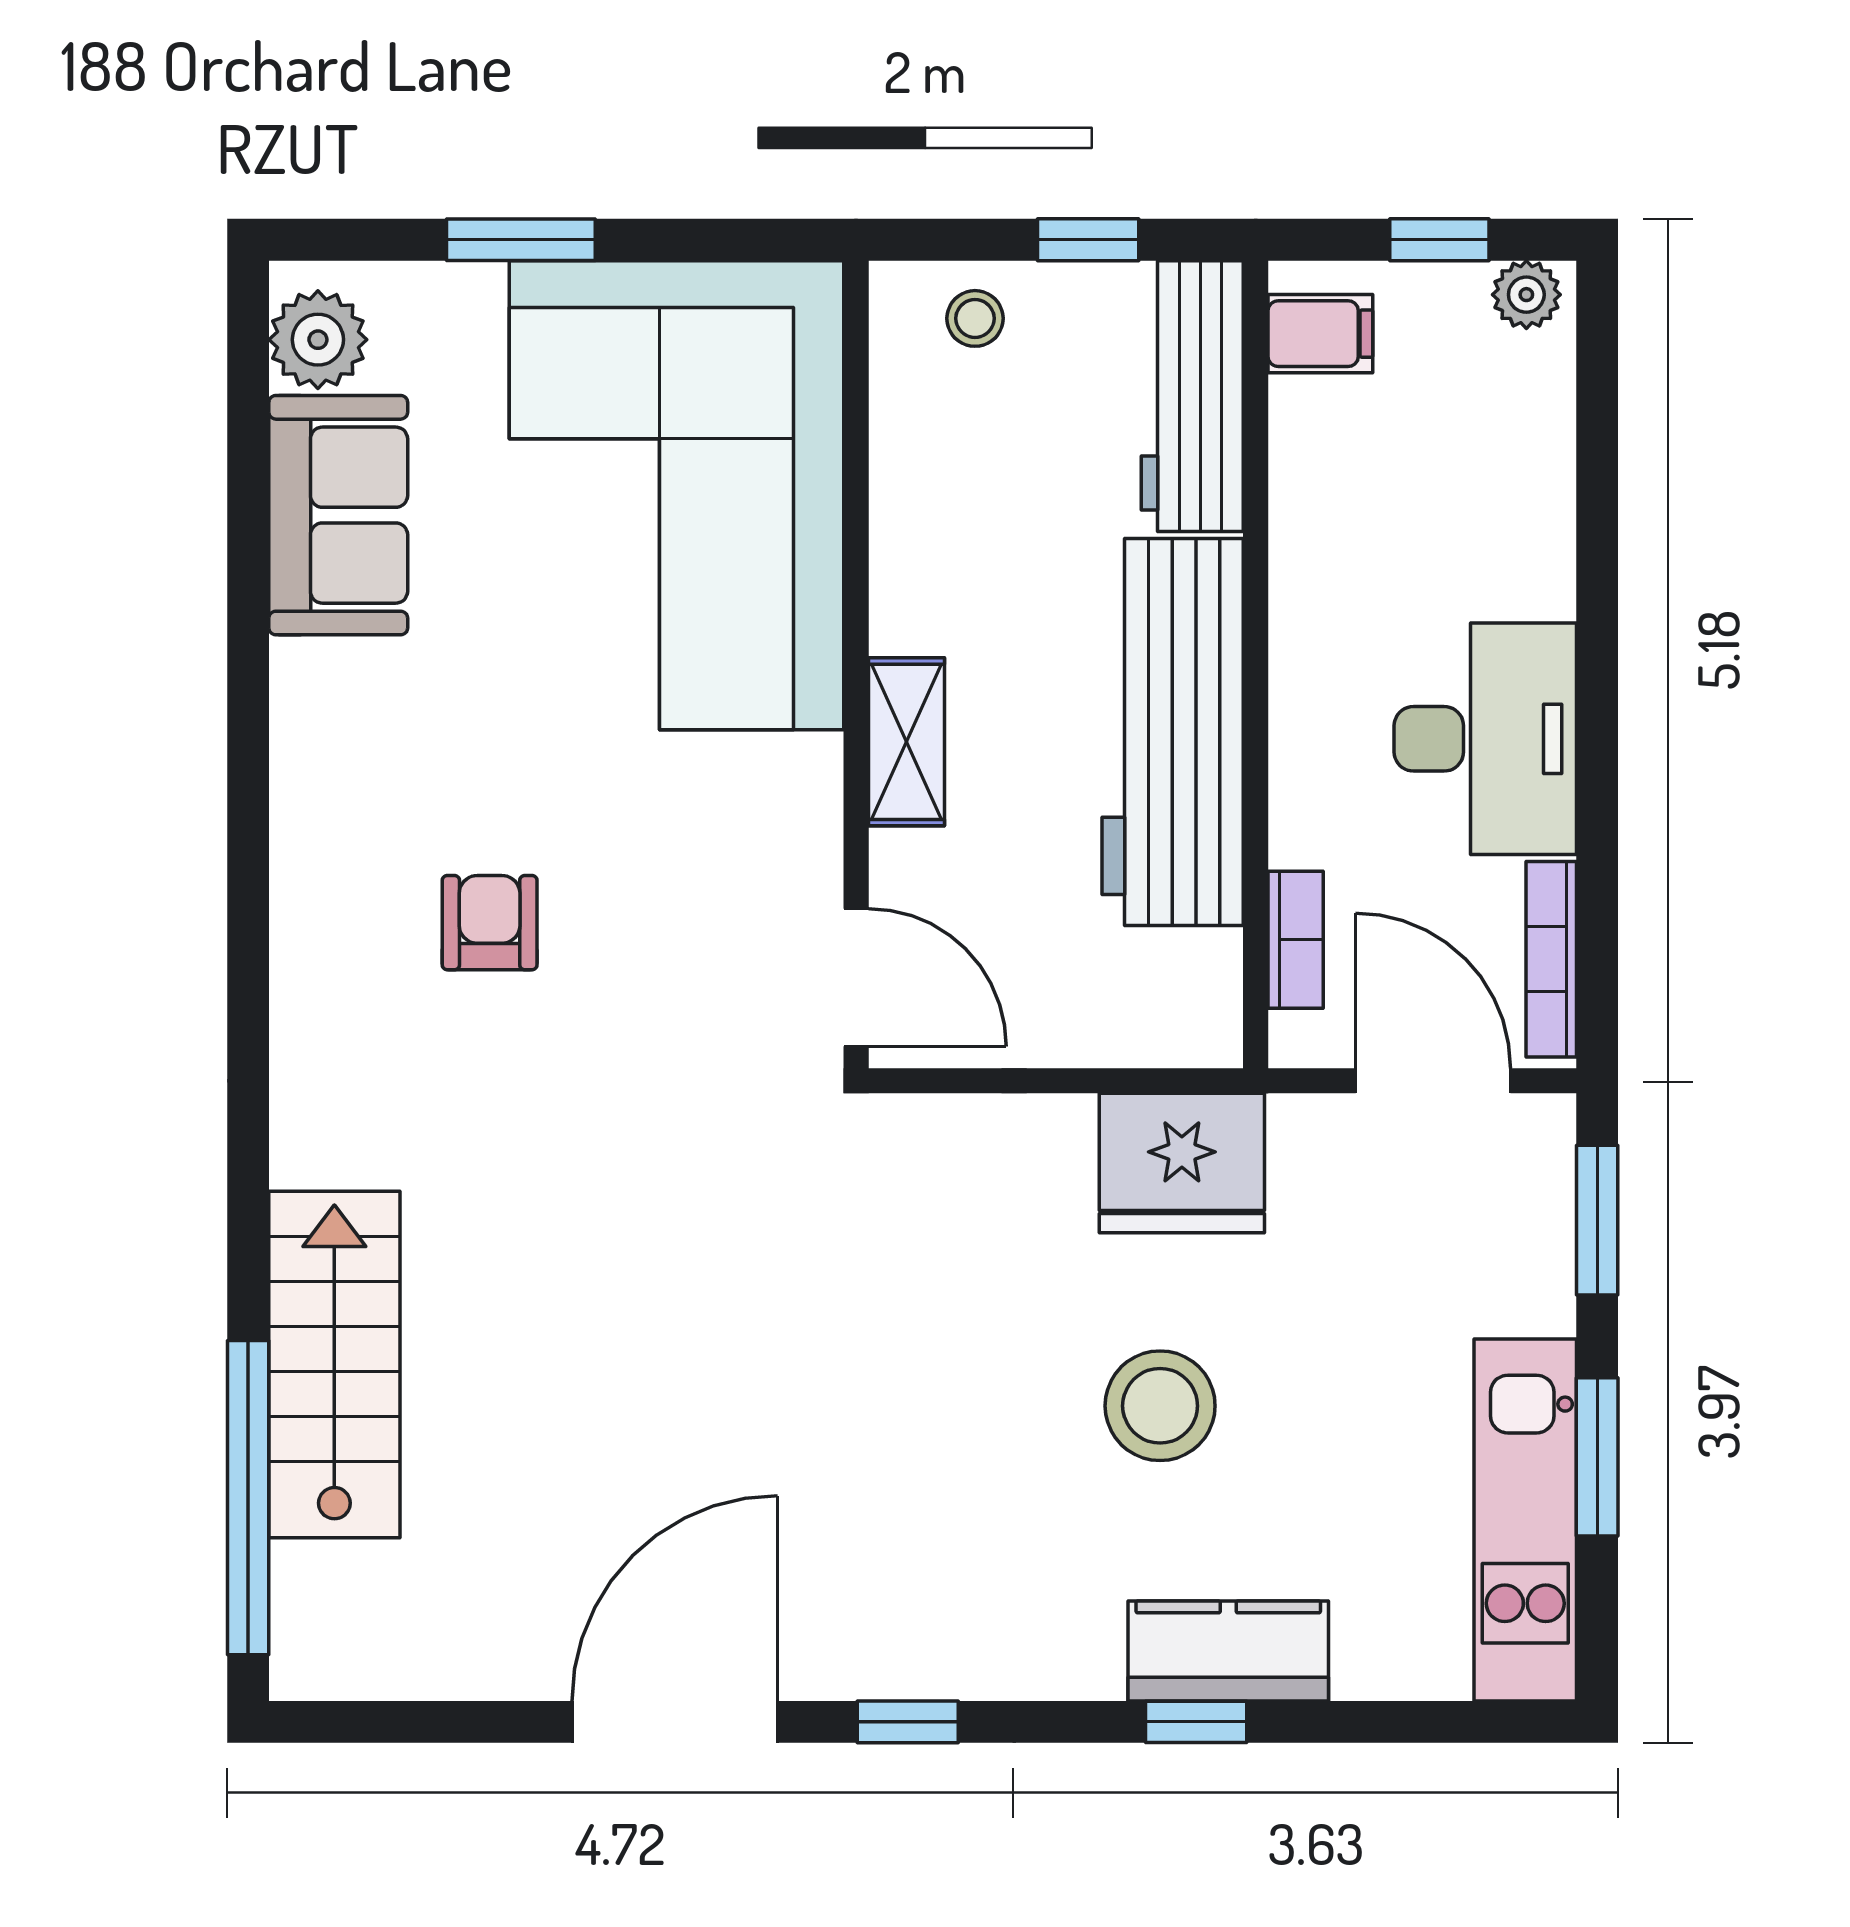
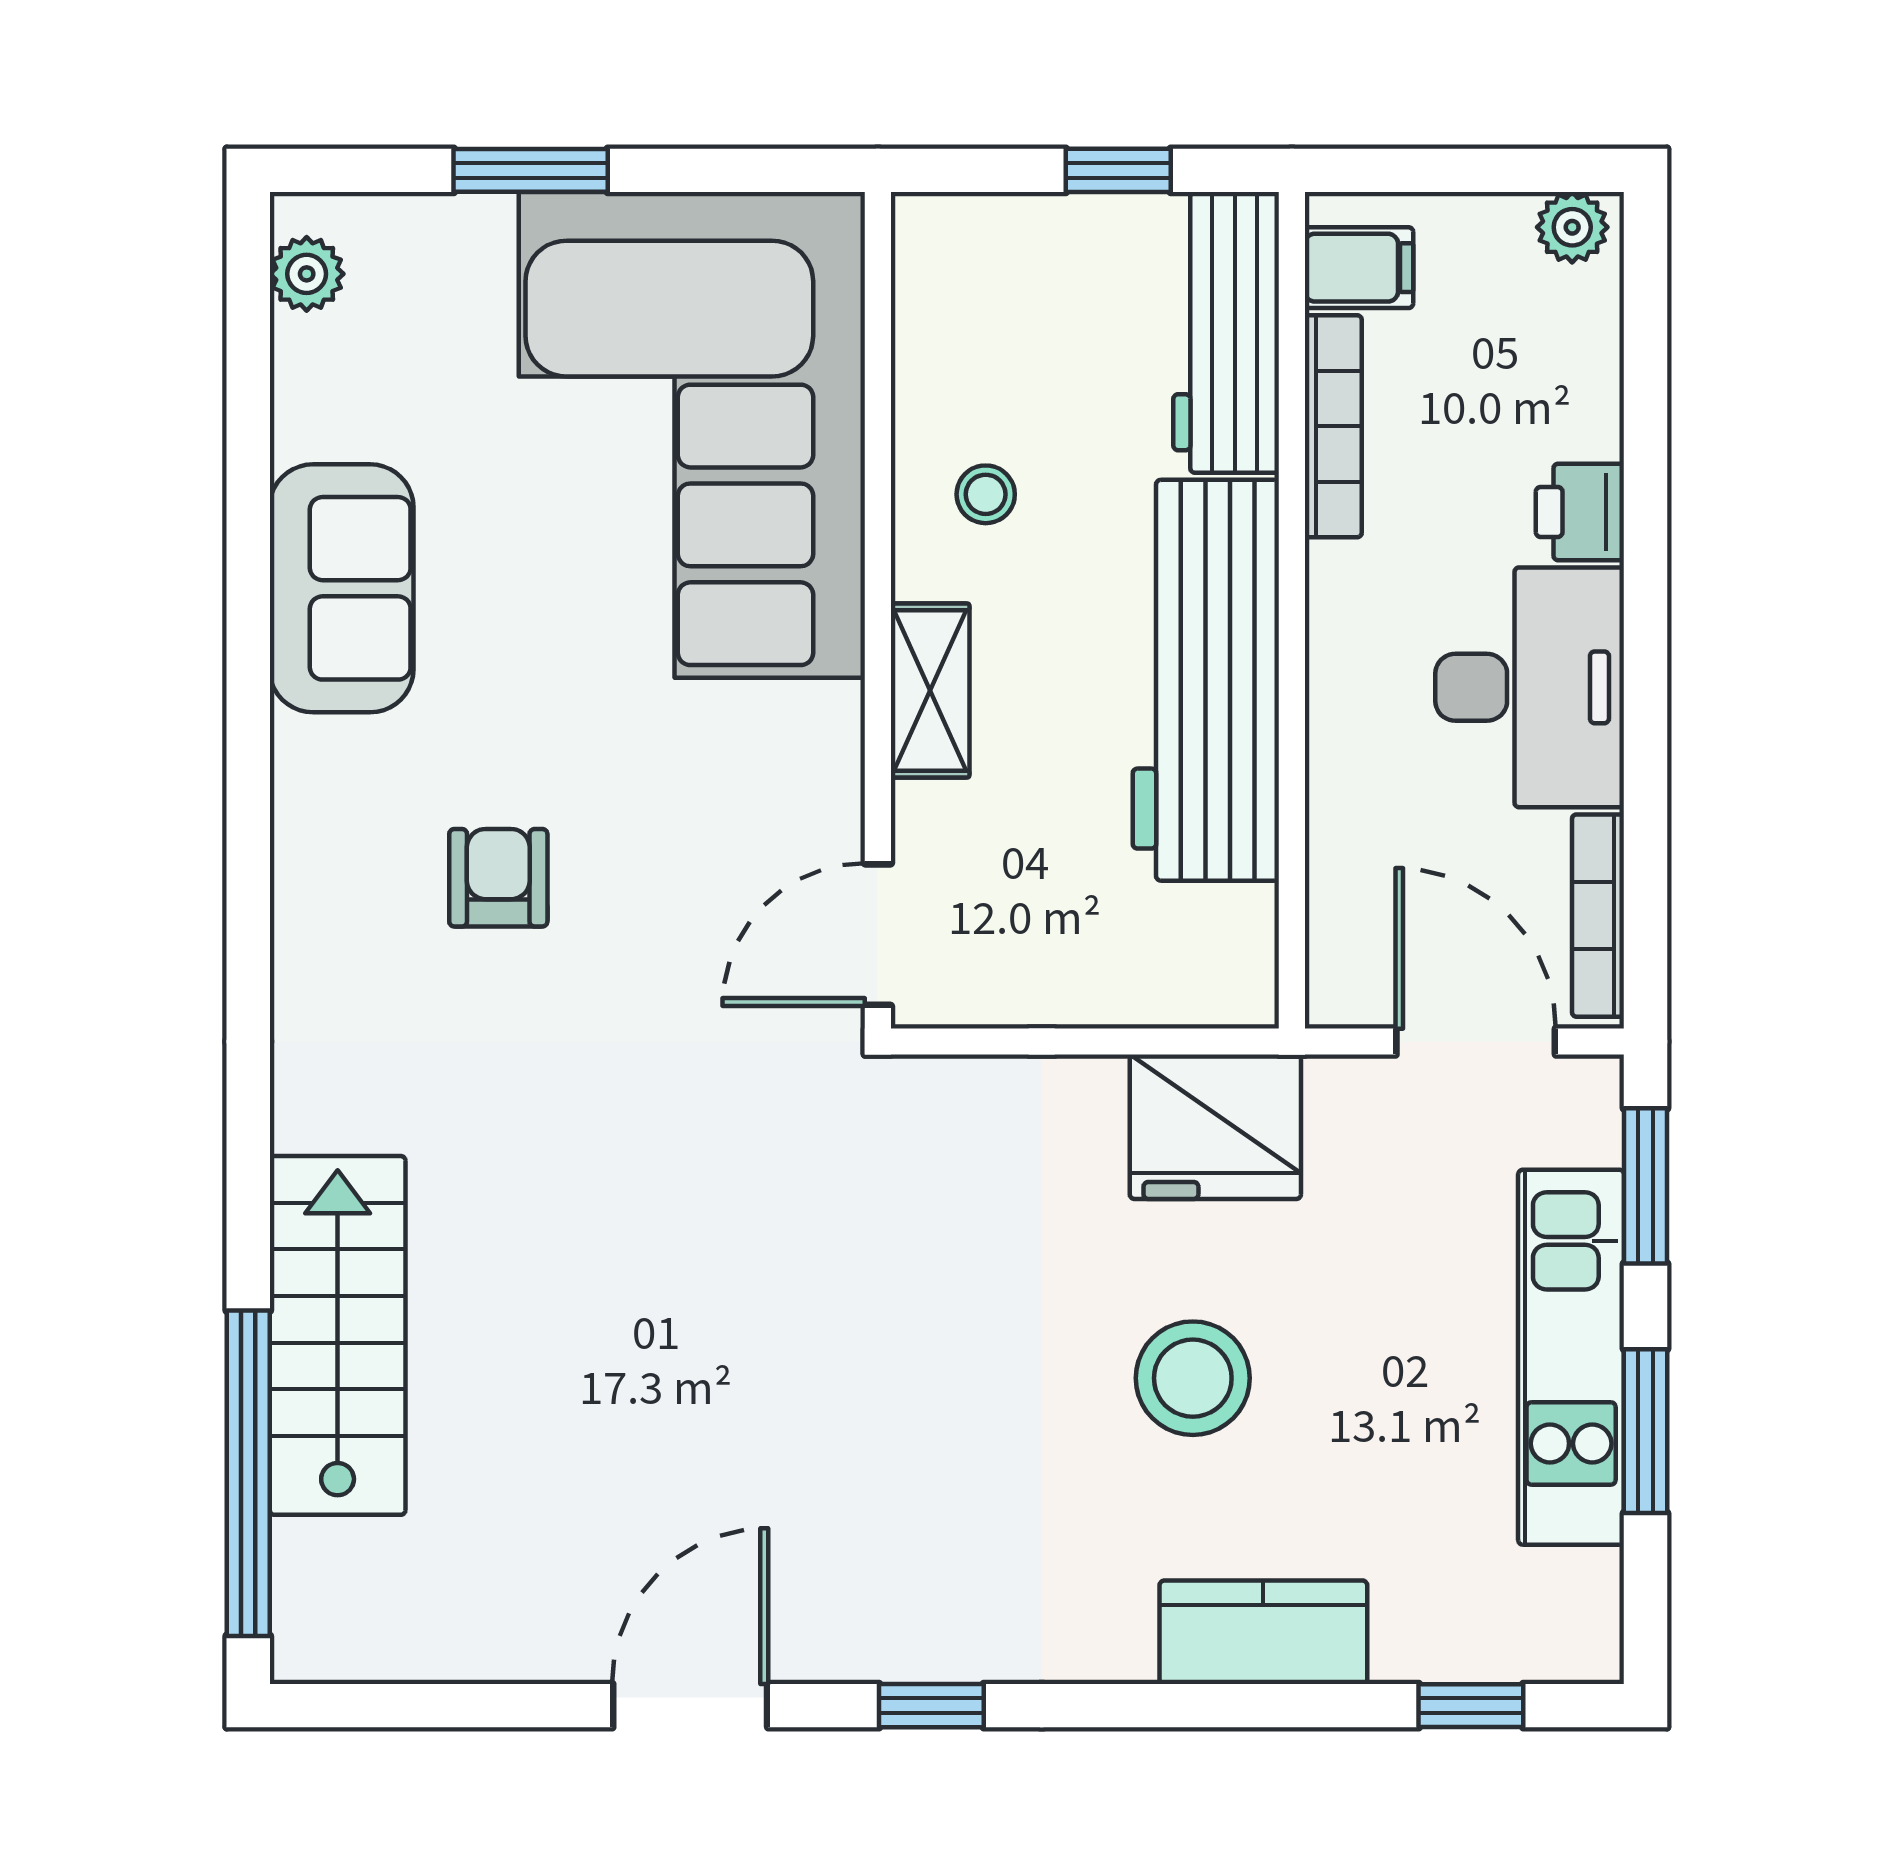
window: (1439, 240) -> (1482, 170), removed
stool: (975, 318) -> (986, 494), moved
plant: (318, 340) -> (307, 274), width x0.73, depth x0.73
sofa: (338, 515) -> (342, 588), moved
printer: (1534, 569) -> (1580, 512), added
bookcase: (1296, 940) -> (1333, 426), moved, width x1.56
door: (856, 978) -> (878, 935), swing flipped
kitchen unit: (1525, 1520) -> (1571, 1357), moved
door: (675, 1722) -> (690, 1706), width x0.73
window: (1196, 1722) -> (1471, 1706), moved

